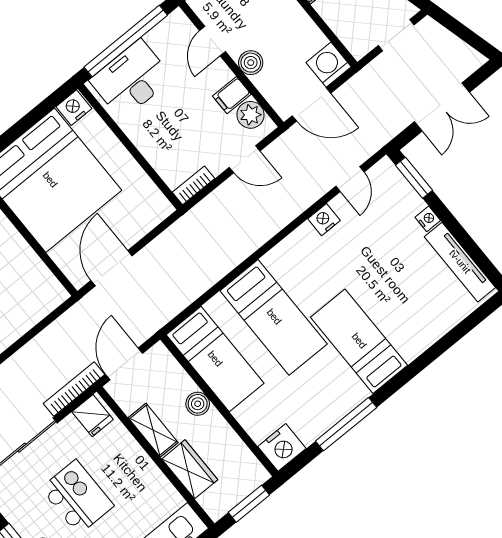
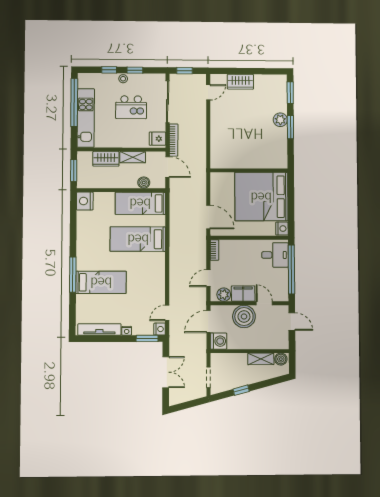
boiler: (251, 63) -> (244, 316), width x1.86, depth x1.86
desk: (131, 79) -> (275, 255), width x0.73
filing cabinet: (232, 95) -> (243, 294), width x2.00
double door: (442, 107) -> (166, 372), swing flipped
door: (350, 179) -> (167, 313), hinge flipped
nightstand: (324, 220) -> (160, 329), moved
door: (112, 268) -> (208, 217), moved
bed: (359, 341) -> (101, 282), moved
boiler: (198, 404) -> (144, 183), moved
window: (346, 424) -> (73, 275), moved

